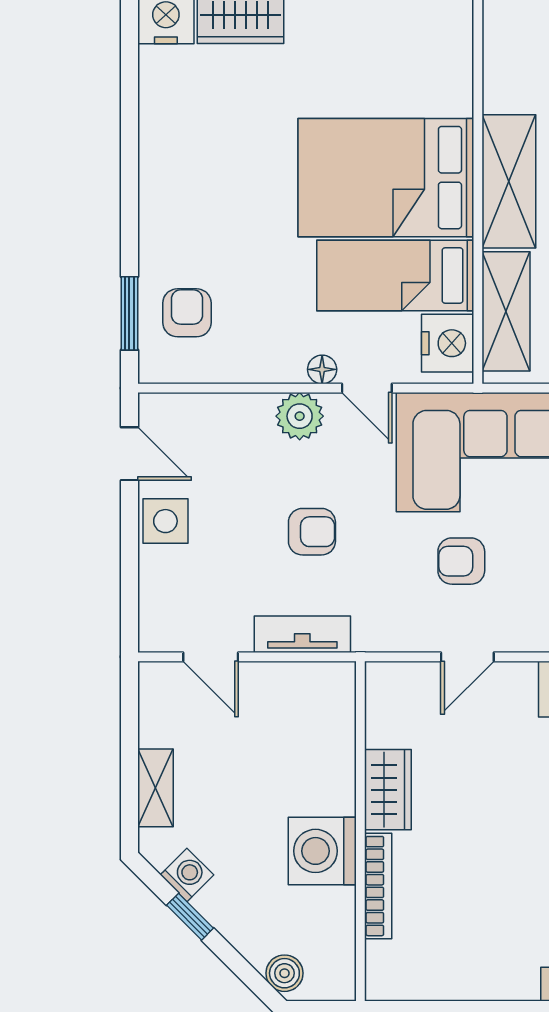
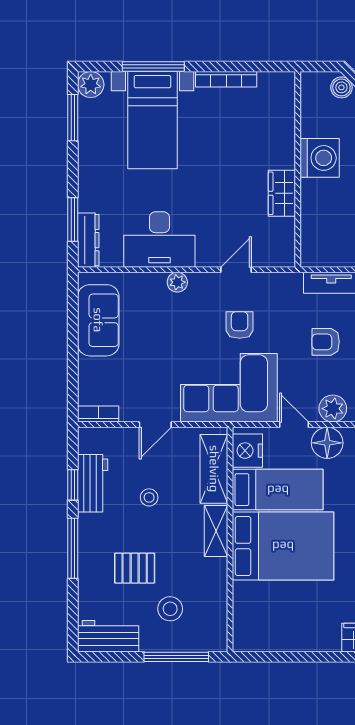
shelving: (509, 181) -> (216, 531), width x0.67, depth x0.75
floor lamp: (322, 369) -> (327, 443), width x1.89, depth x1.89
armchair: (461, 561) -> (240, 325), turned -90
bookcase: (378, 886) -> (226, 79), moved, turned -90

